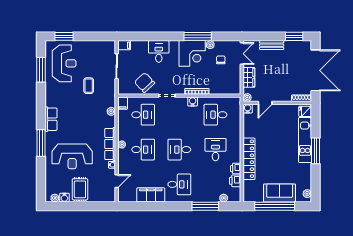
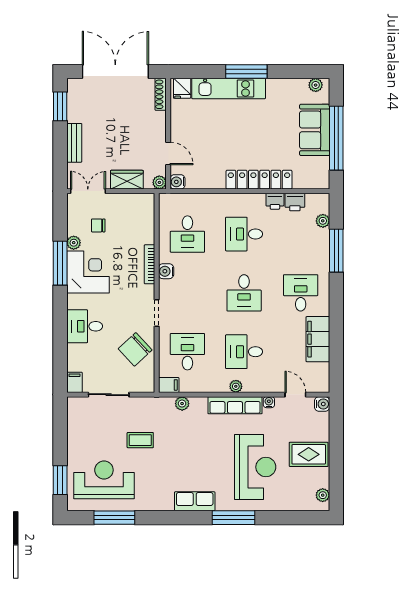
desk: (143, 150) -> (244, 352), turned -90
water cooler: (64, 198) -> (322, 404), moved

